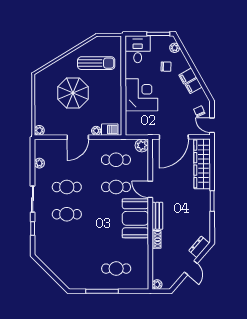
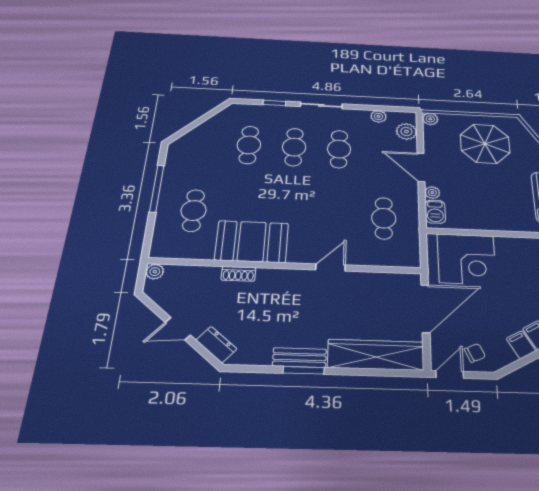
parasol: (73, 93) -> (485, 144), moved
corner desk: (141, 95) -> (467, 259), moved
door: (174, 137) -> (425, 308), swing flipped
plant: (142, 145) -> (406, 131), moved
cafe table: (116, 187) -> (249, 145), moved
bench: (157, 216) -> (299, 358), moved
booth: (135, 218) -> (252, 242), moved

